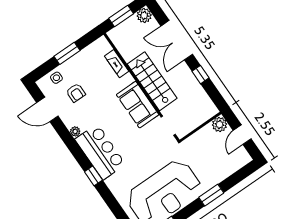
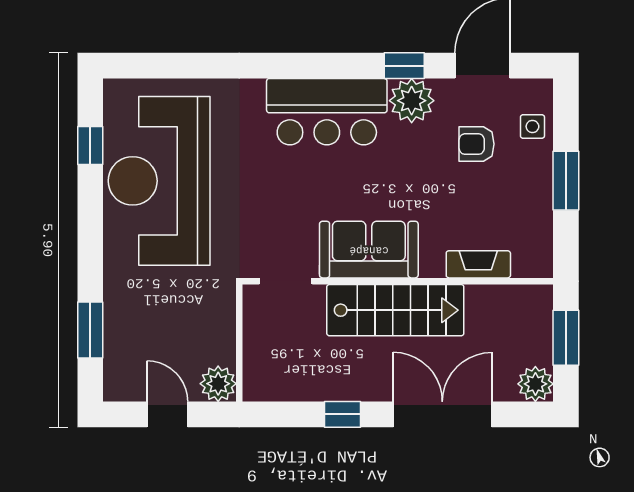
plant: (75, 131) -> (412, 101), width x1.88, depth x1.88
window: (93, 176) -> (404, 66), moved
window: (211, 195) -> (90, 330), moved

